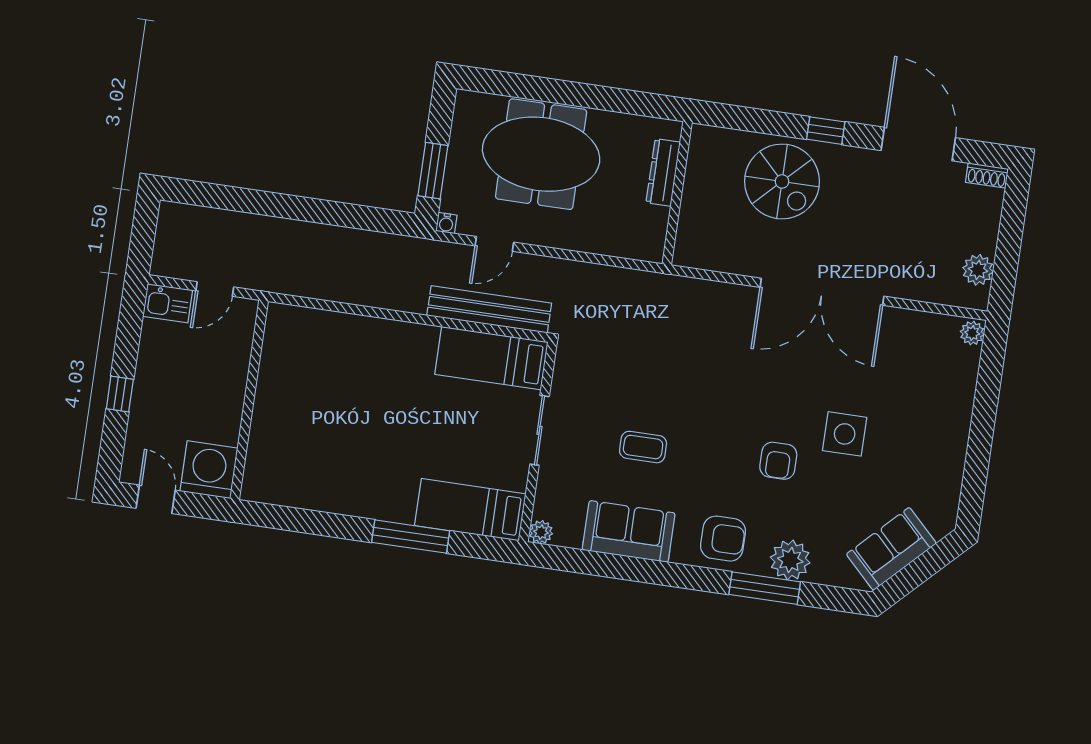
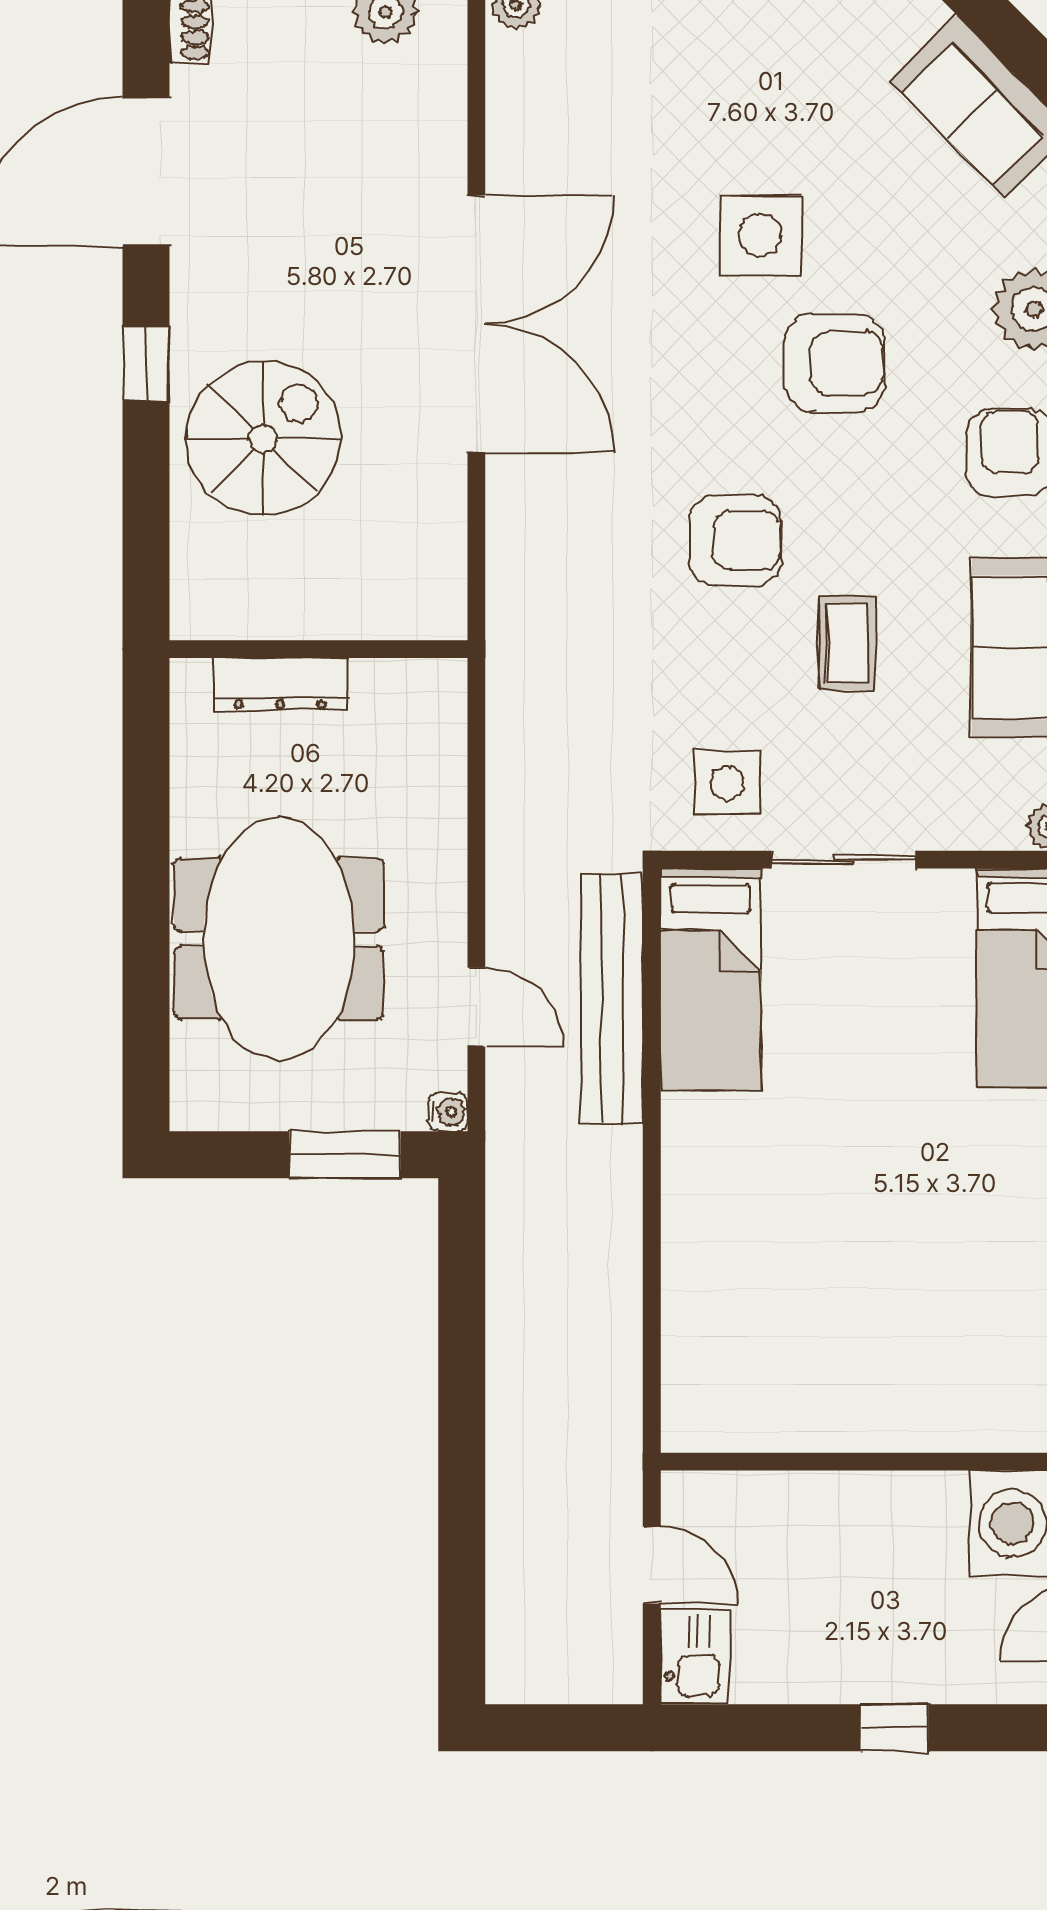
side table: (585, 380) -> (728, 782), added
armchair: (700, 401) -> (735, 540), added
armchair: (778, 461) -> (835, 363), width x1.38, depth x1.38

